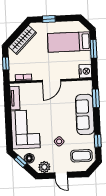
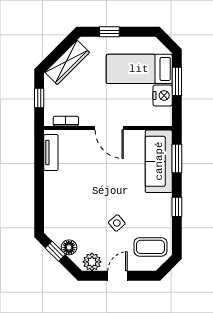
nightstand: (85, 71) -> (163, 95), moved
door: (51, 81) -> (109, 128), hinge flipped
sofa: (85, 114) -> (159, 161), moved
corner sofa: (26, 129) -> (65, 202), removed
window: (98, 141) -> (177, 207), moved
door: (61, 175) -> (118, 276), swing flipped

